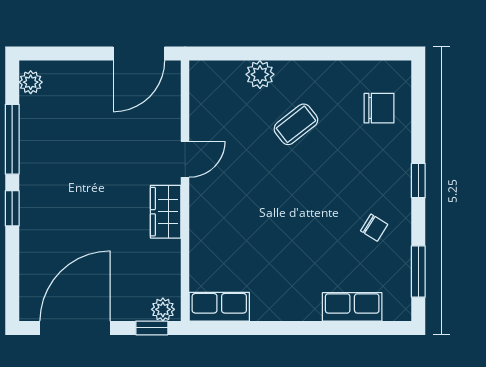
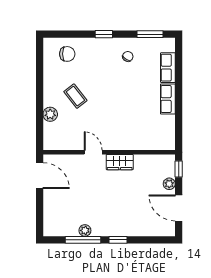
plant: (31, 82) -> (85, 230), moved
chair: (379, 108) -> (67, 54), turned 90
row of seats: (219, 307) -> (168, 99), moved
plant: (163, 309) -> (169, 184), moved
door: (75, 328) -> (179, 208), width x0.73

